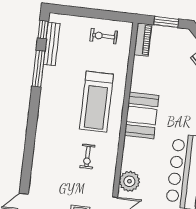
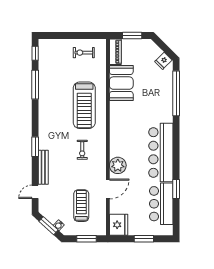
bench: (52, 44) -> (43, 167), moved
booth: (142, 115) -> (121, 83), moved
window: (29, 146) -> (35, 147), added

